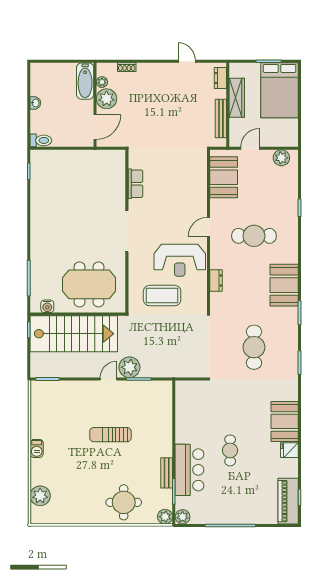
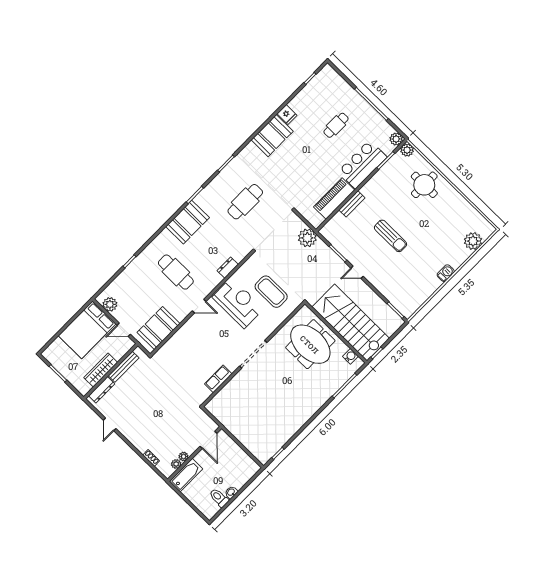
dresser: (220, 78) -> (102, 390), width x1.44
bed: (280, 90) -> (87, 330), moved, turned 180
plant: (107, 99) -> (184, 457), width x0.53, depth x0.53
door: (95, 127) -> (208, 440), swing flipped
toilet: (41, 140) -> (219, 498), moved
plant: (129, 367) -> (307, 238), moved
cafe table: (230, 450) -> (336, 125), moved
bench: (167, 473) -> (352, 204), moved
piano: (288, 501) -> (334, 198), moved, turned 180

